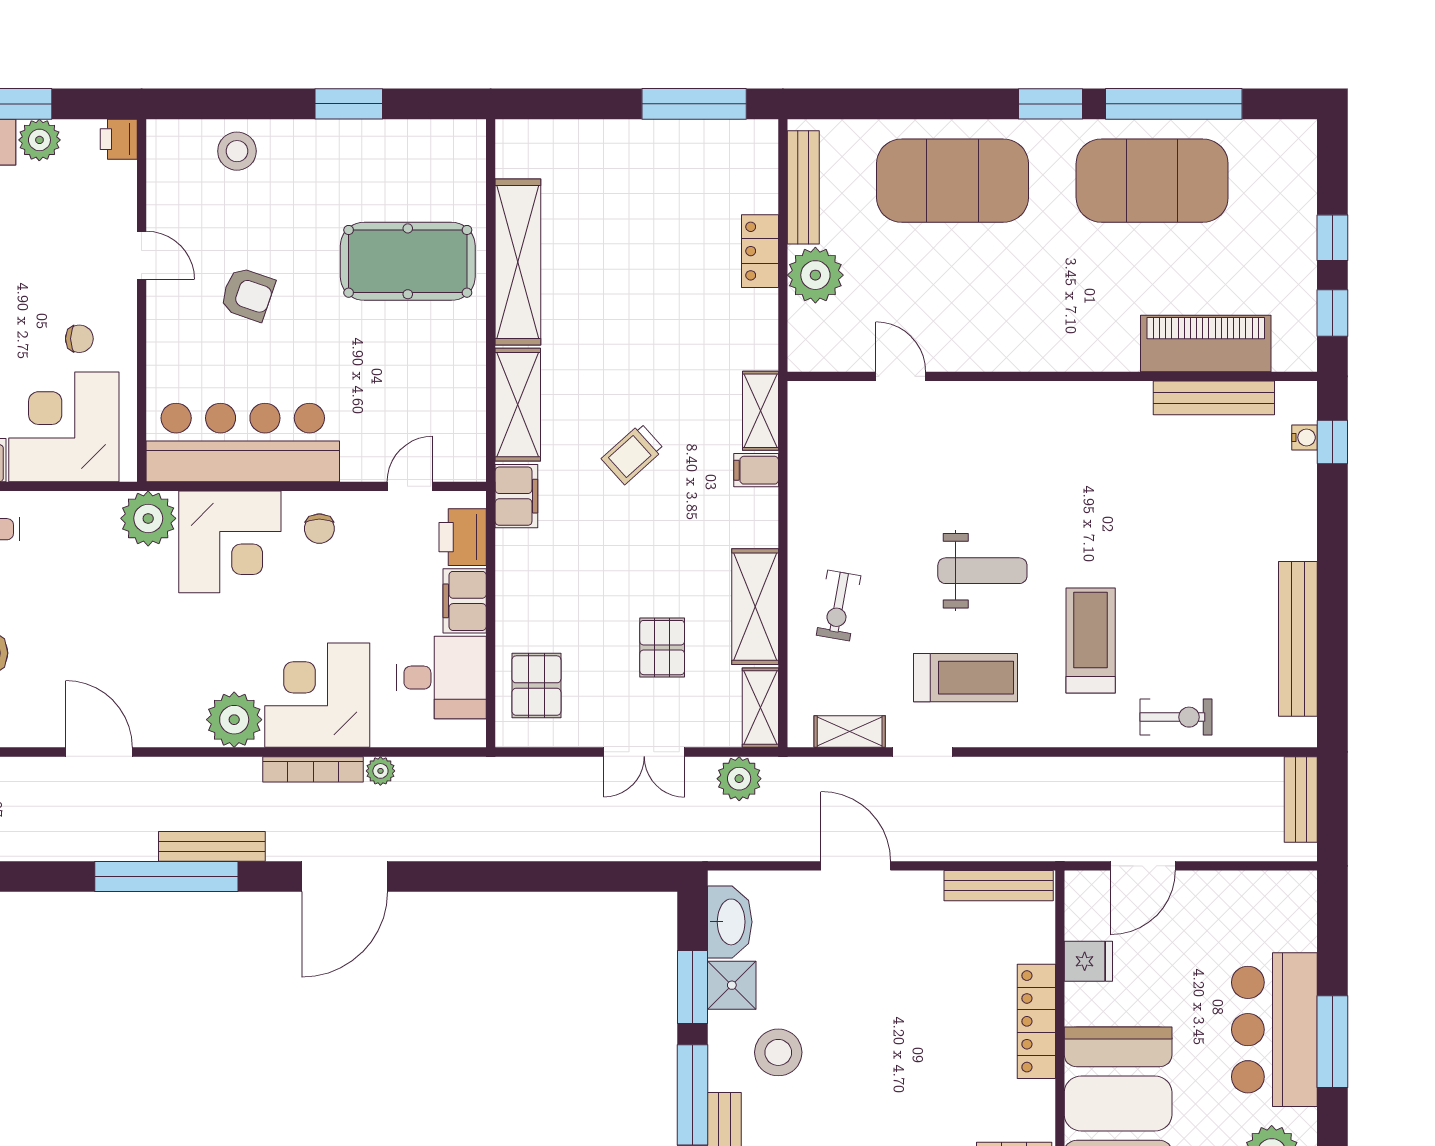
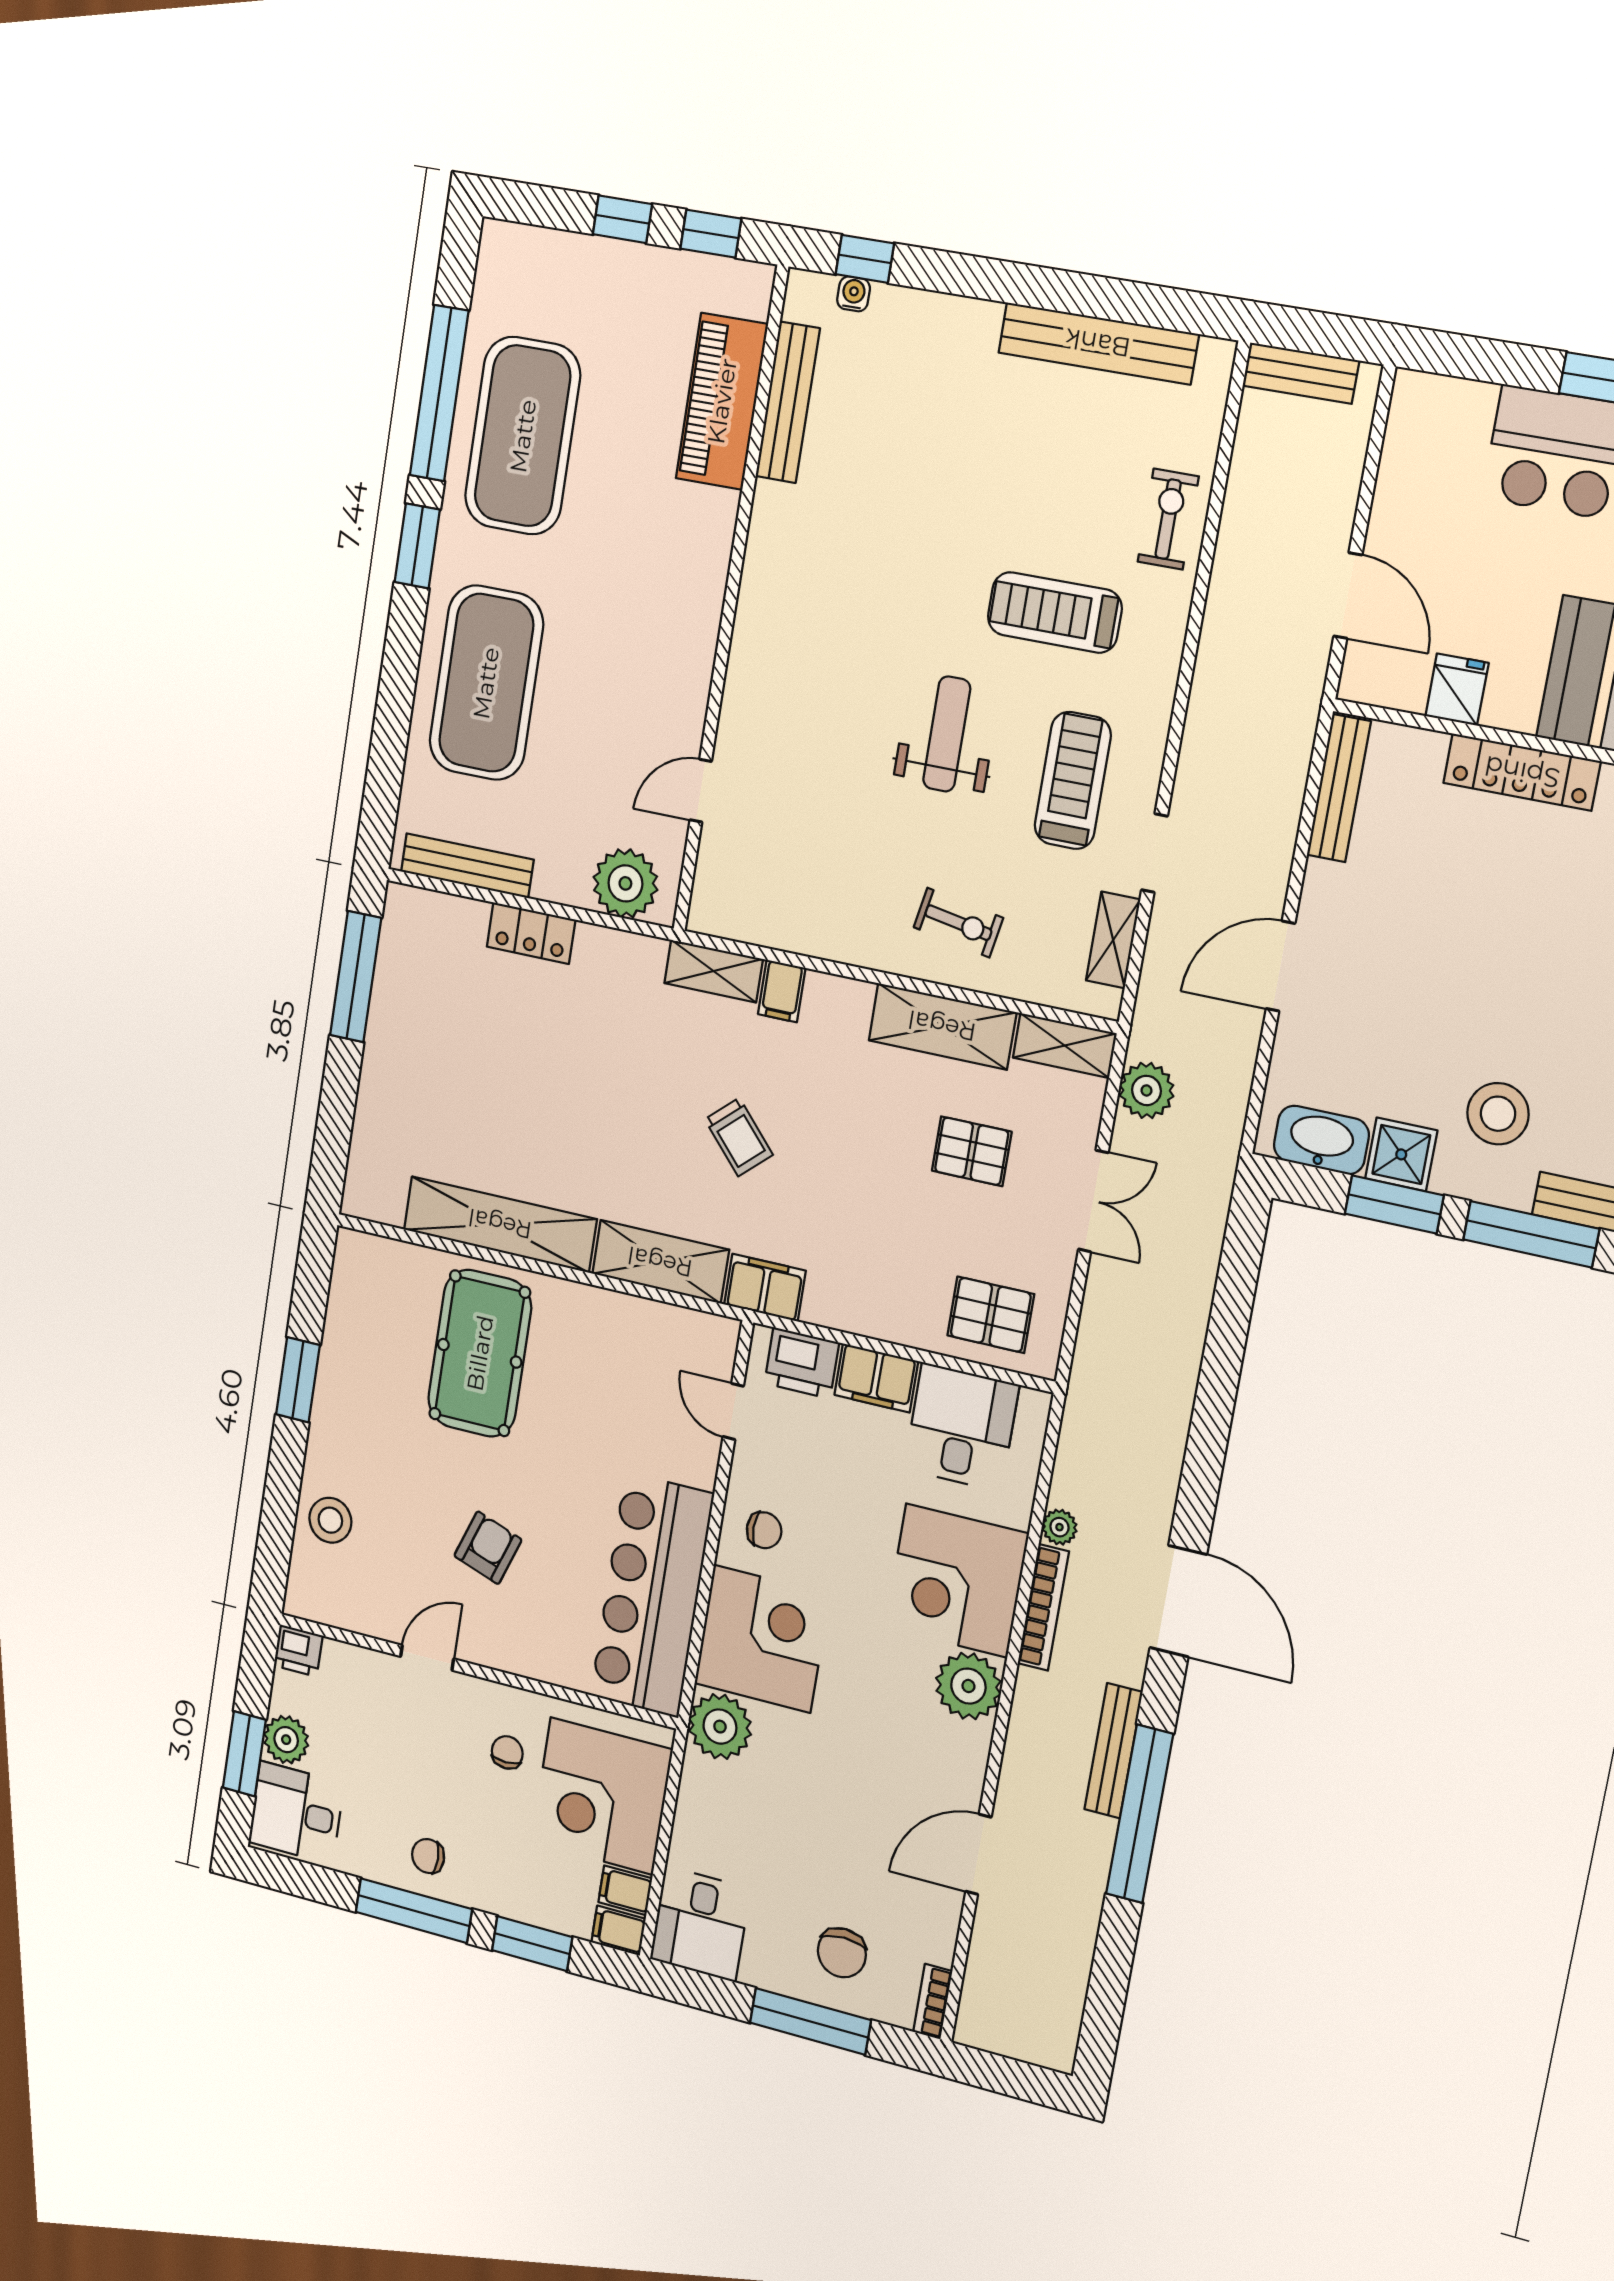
plant: (815, 275) -> (625, 883), moved

